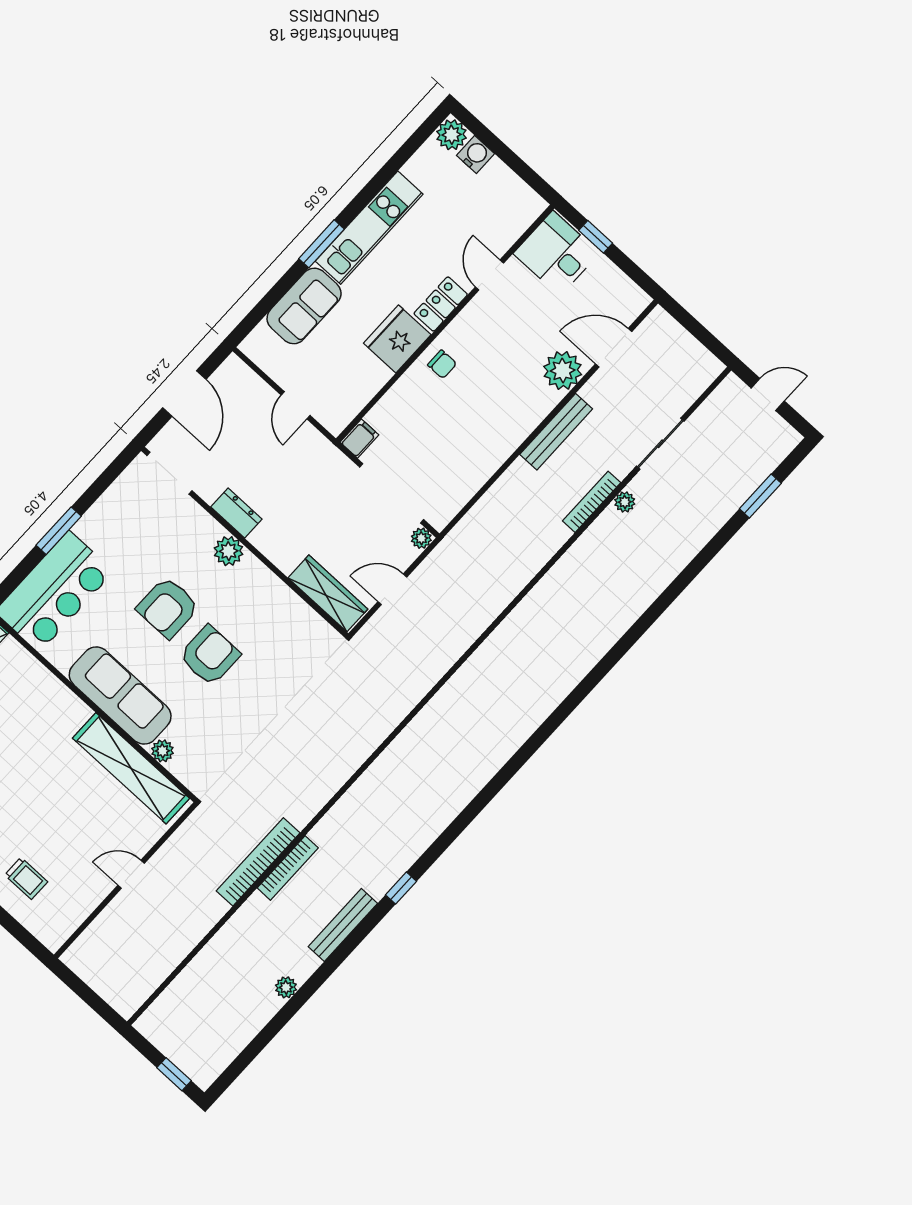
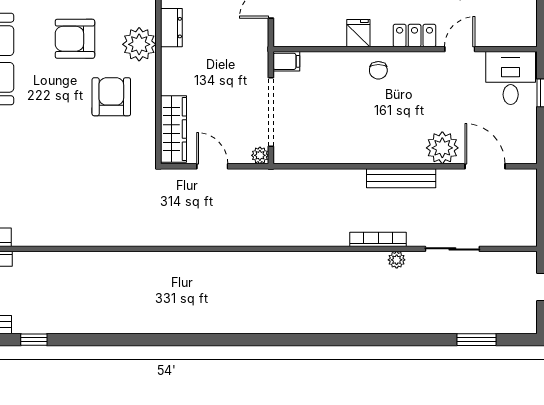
fridge: (397, 339) -> (358, 33), width x0.53, depth x0.75
plant: (229, 551) -> (139, 44), width x1.36, depth x1.36
armchair: (210, 655) -> (111, 97), moved, turned -90

